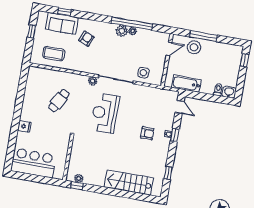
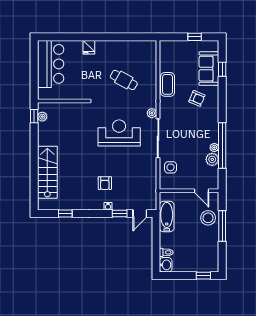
plant: (122, 31) -> (212, 159), moved
coffee table: (54, 54) -> (168, 84), moved
window: (175, 135) -> (120, 214), moved

